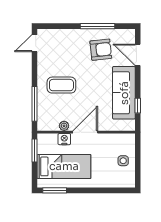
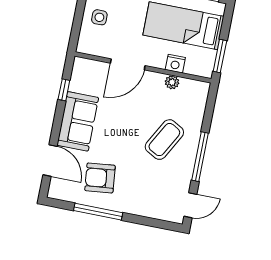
coffee table: (61, 85) -> (164, 140), turned -61
sofa: (124, 93) -> (78, 121), width x0.73
window: (34, 104) -> (200, 157), moved
door: (85, 132) -> (128, 64), moved

